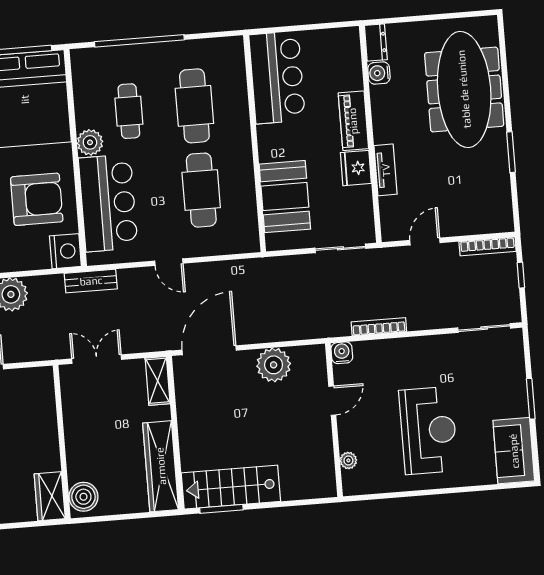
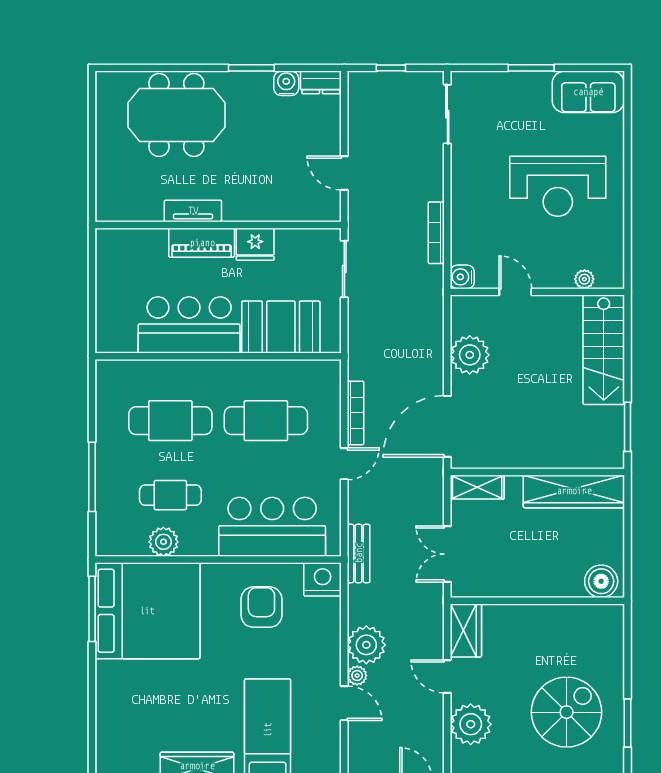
window: (139, 41) -> (92, 477), width x0.68
dresser: (376, 43) -> (321, 82), moved, turned 180
water cooler: (379, 73) -> (286, 83), moved, turned 180
bar counter: (277, 77) -> (189, 325), moved
meeting table: (464, 89) -> (176, 115), width x0.73
plant: (90, 142) -> (163, 542), moved
tv unit: (386, 170) -> (193, 211), moved
armchair: (37, 199) -> (261, 607), width x0.73, depth x0.73
bookcase: (488, 246) -> (356, 413), moved
door: (209, 350) -> (447, 426), hinge flipped
reception desk: (428, 431) -> (558, 186), turned 180
stairs: (231, 487) -> (604, 350), moved
wardrobe: (50, 496) -> (466, 631), moved, turned -90

